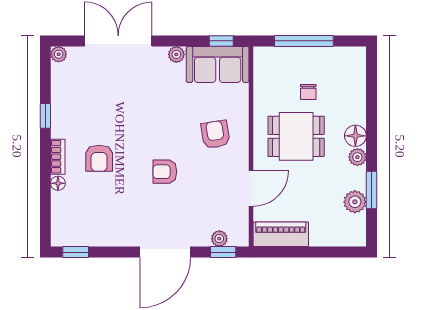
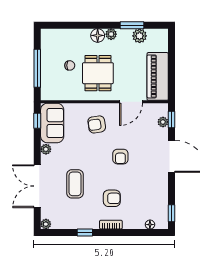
coffee table: (122, 100) -> (75, 184), added
floor lamp: (58, 183) -> (150, 225), moved
door: (251, 188) -> (131, 102), swing flipped
piano: (281, 234) -> (158, 76), width x1.37, depth x1.33

